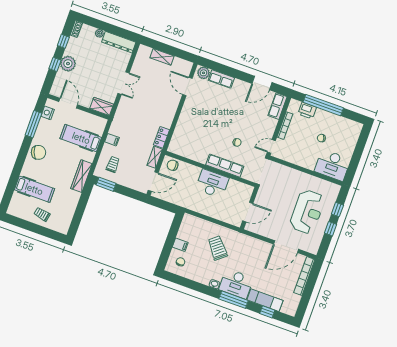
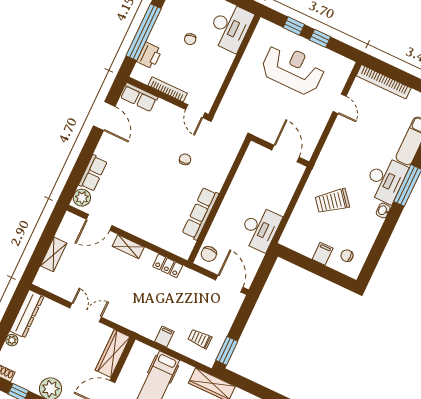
wardrobe: (102, 106) -> (113, 353), width x1.50
shelving: (155, 157) -> (128, 247), moved
row of seats: (225, 166) -> (200, 214), moved
desk: (212, 184) -> (260, 229), moved, turned 180
door: (286, 247) -> (340, 104), width x0.53

